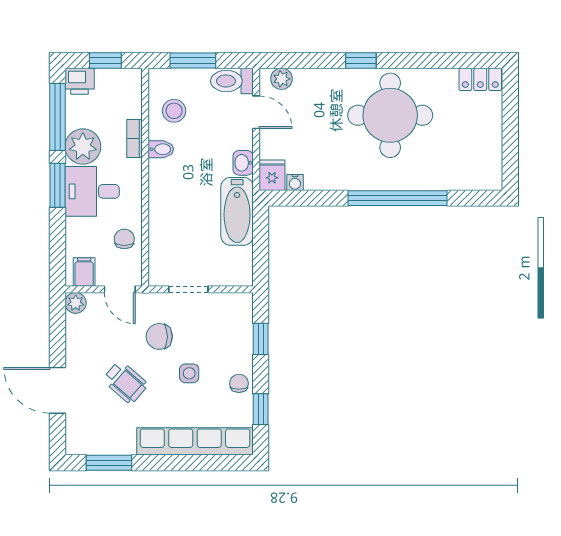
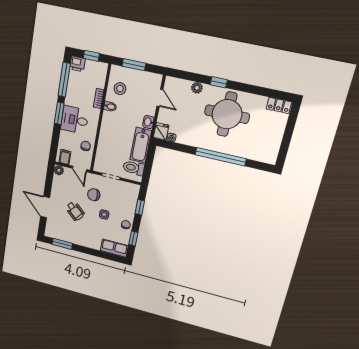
plant: (282, 79) -> (197, 88), moved
toilet: (232, 81) -> (134, 168), moved
plant: (83, 147) -> (74, 97), removed
row of seats: (195, 441) -> (114, 248), width x0.50

